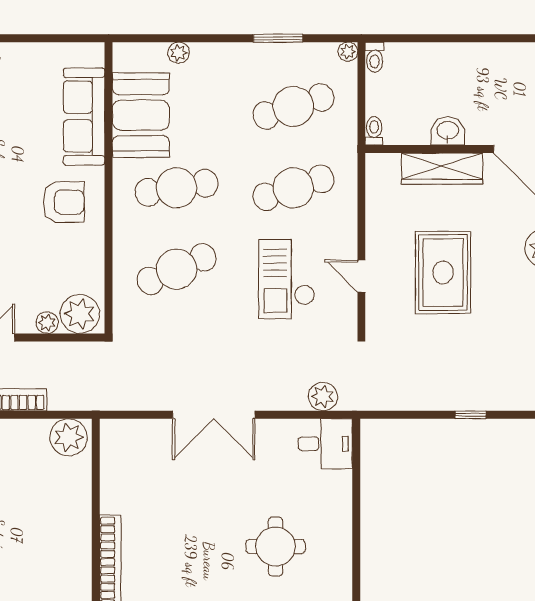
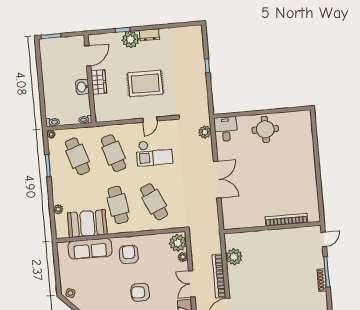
wardrobe: (442, 169) -> (99, 82), width x0.67
plant: (69, 437) -> (234, 257), moved
round table: (276, 547) -> (265, 129), moved

